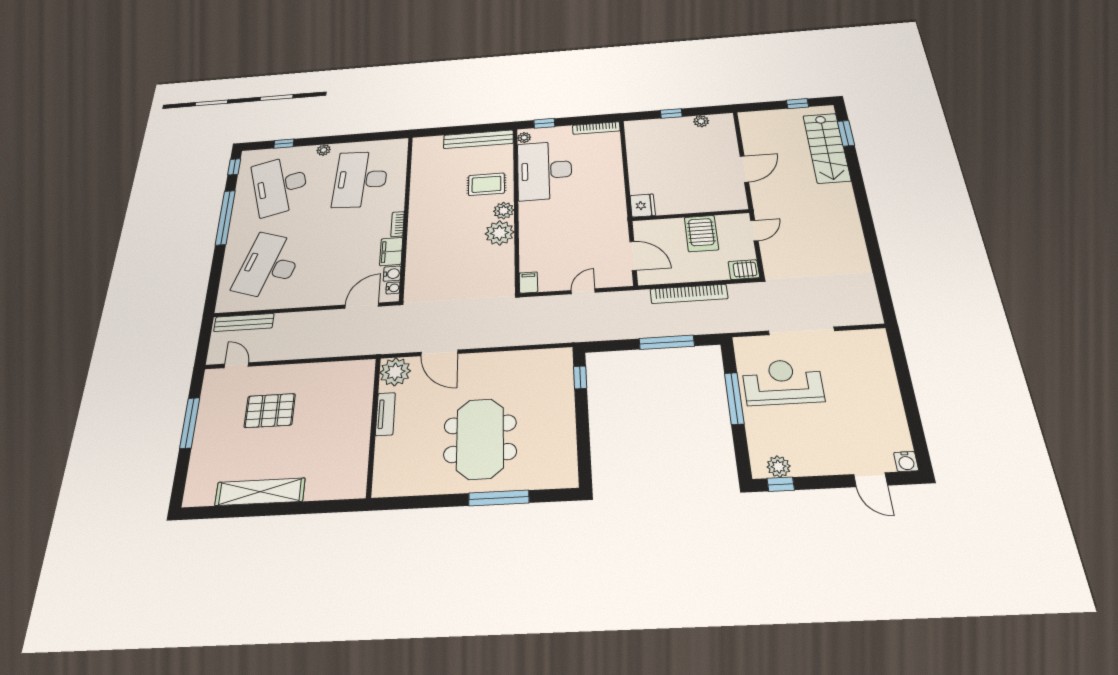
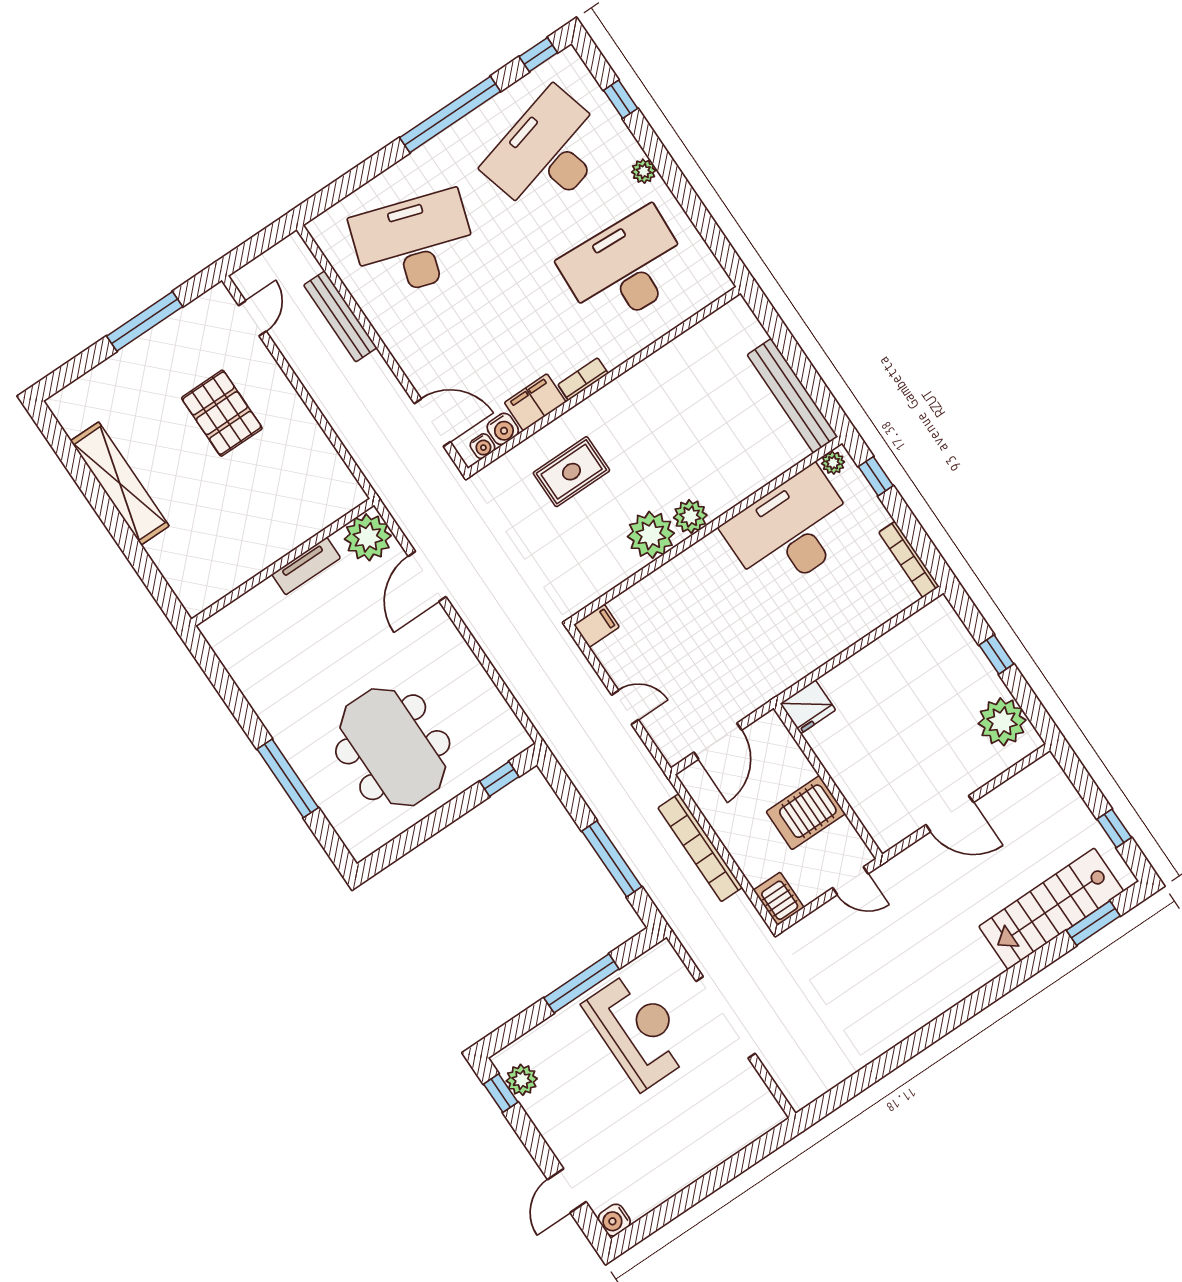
plant: (701, 121) -> (1002, 722), width x1.88, depth x1.88
rug: (486, 184) -> (571, 472), moved, turned 90
bench: (244, 322) -> (340, 316), moved
meeting table: (480, 439) -> (393, 747), moved, turned 90

